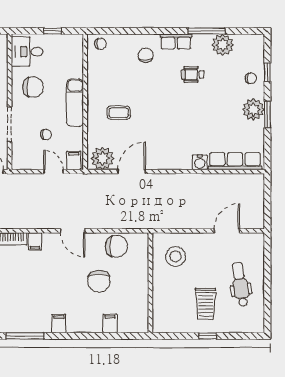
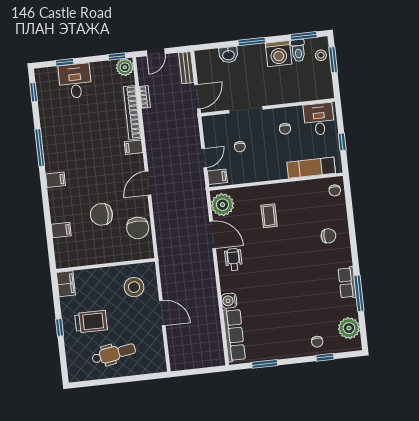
row of seats: (176, 42) -> (347, 283), moved
plant: (223, 45) -> (349, 328), moved
wheelchair: (193, 74) -> (234, 259), moved
chair: (33, 87) -> (285, 129), width x0.54, depth x0.54
exam couch: (75, 103) -> (311, 168), moved
plant: (253, 109) -> (287, 348), removed
window: (267, 115) -> (265, 364), moved
door: (227, 231) -> (162, 313), moved
trolley: (206, 304) -> (91, 322), turned 180
filing cabinet: (165, 325) -> (66, 284), added

